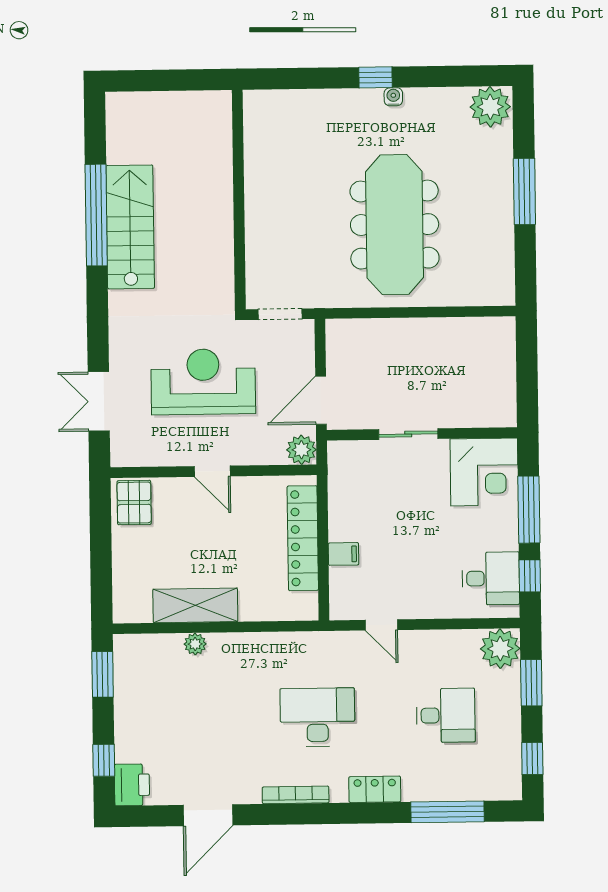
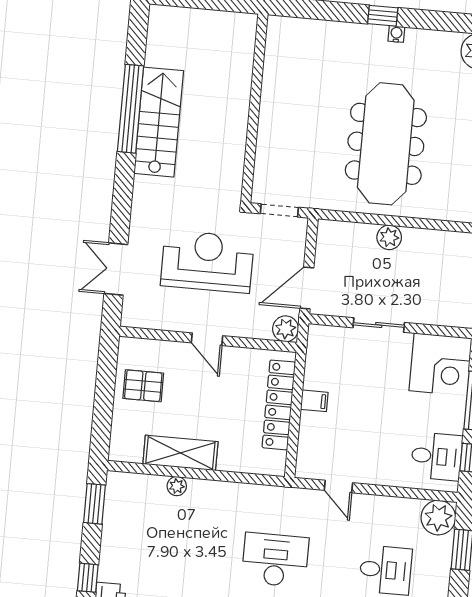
plant: (410, 332) -> (389, 237), added
pallet: (134, 503) -> (143, 386), moved, turned 90
filing cabinet: (343, 554) -> (314, 401), moved

